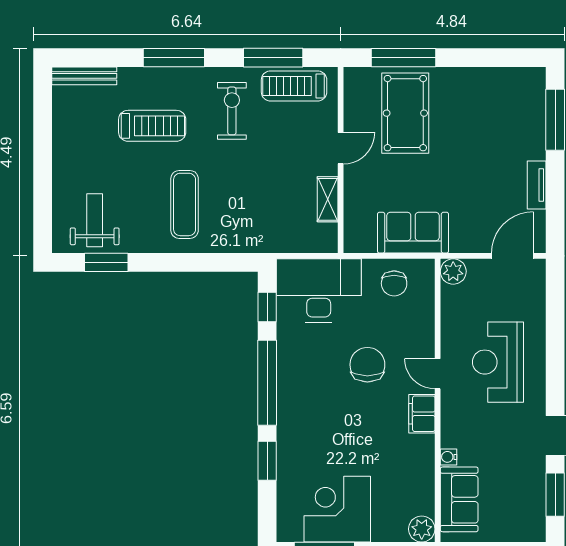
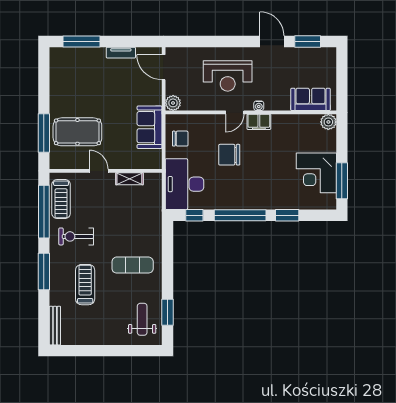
window: (273, 58) -> (44, 212), width x1.46
weight bench: (95, 220) -> (142, 319), turned 90
water cooler: (449, 457) -> (259, 106), moved

